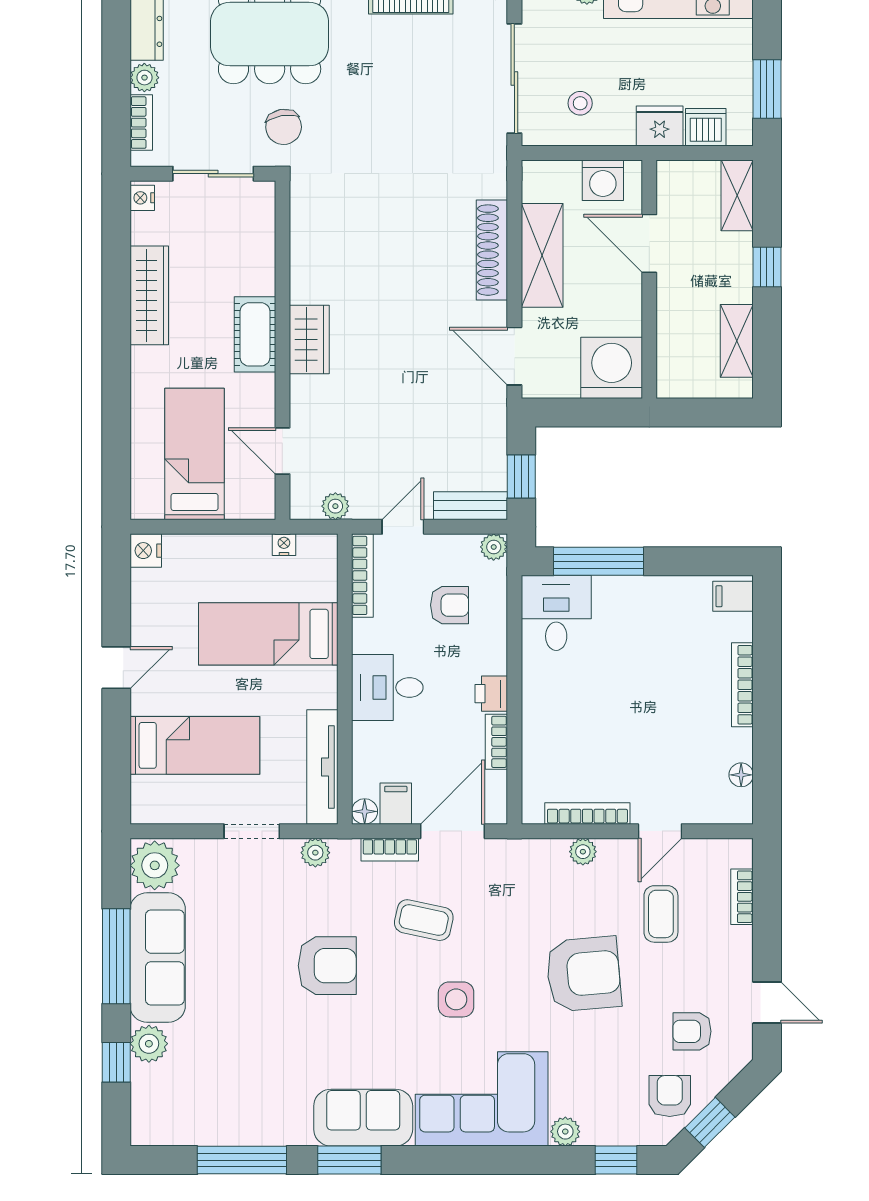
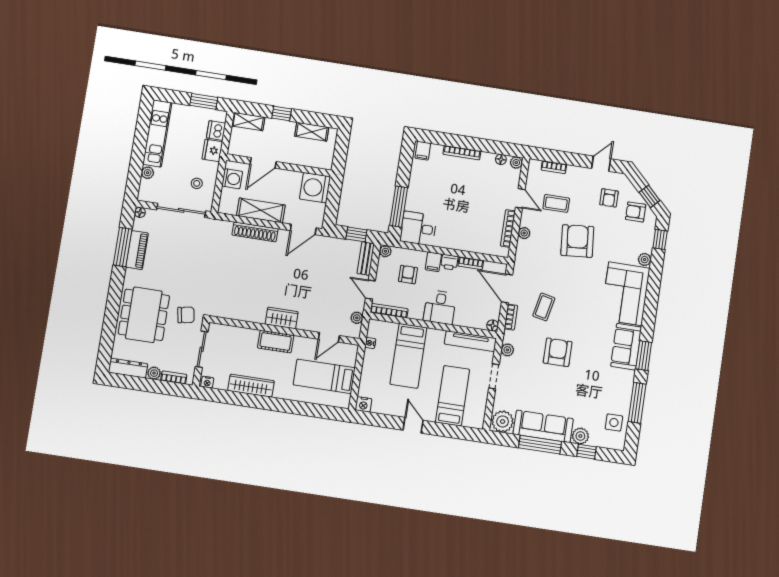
filing cabinet: (396, 804) -> (433, 262), moved, turned -90
plant: (739, 810) -> (516, 163), added
side table: (456, 999) -> (614, 423), moved

